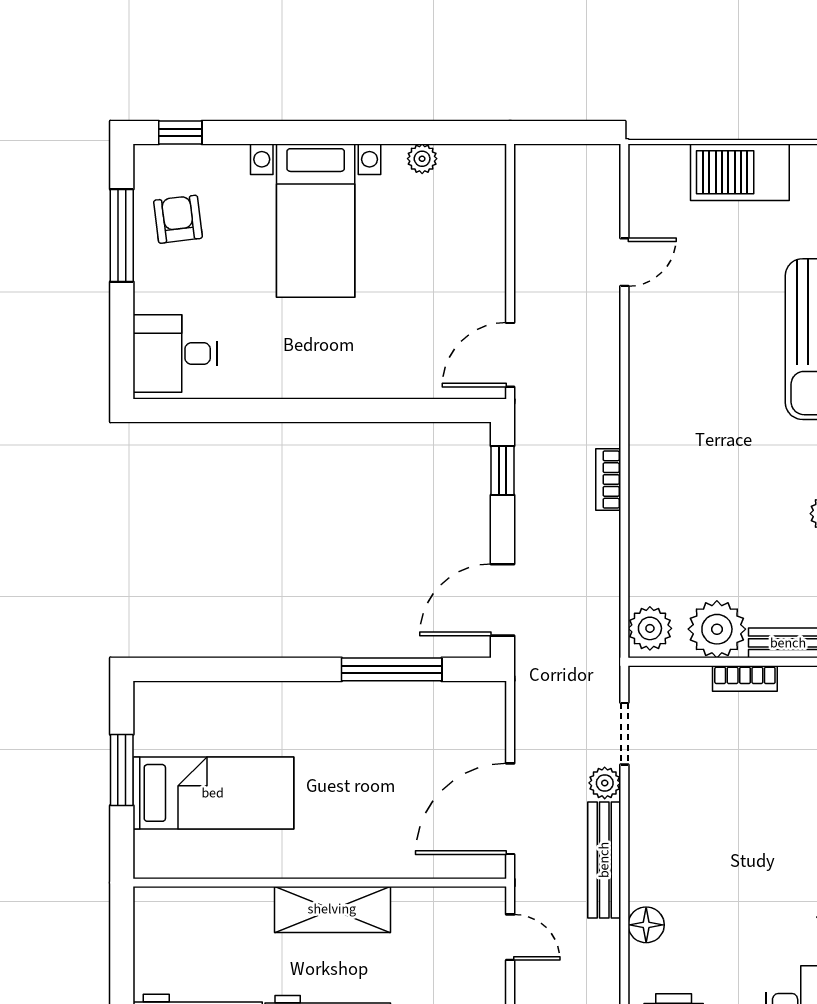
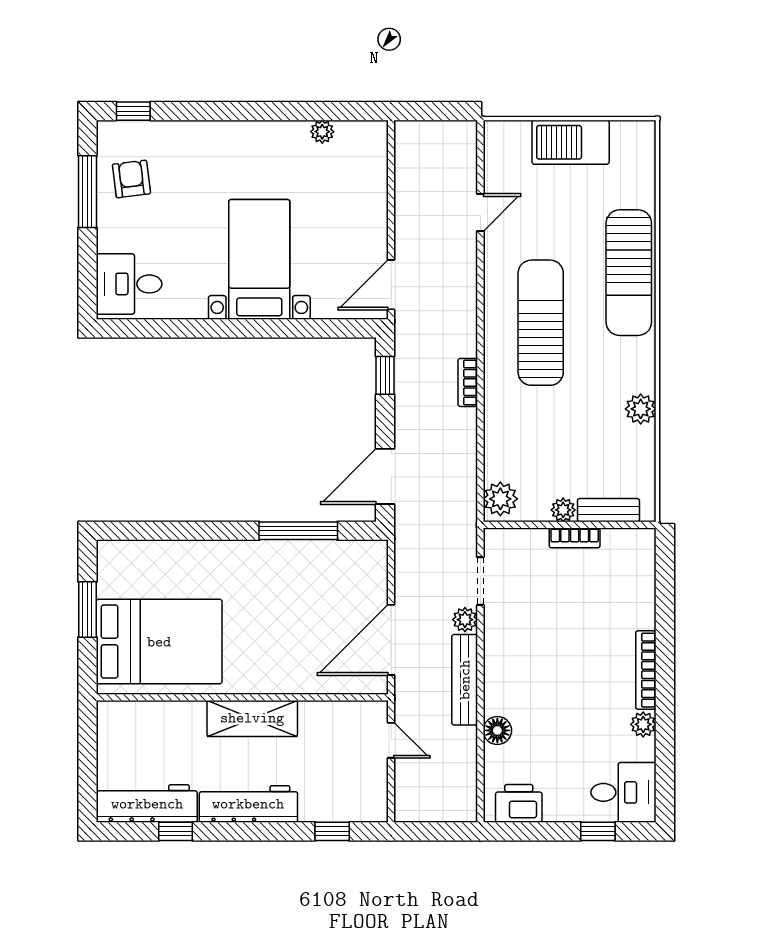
bed with nightstands: (316, 221) -> (259, 259), moved, turned 180
sun lounger: (702, 403) -> (541, 323), added
plant: (717, 629) -> (563, 510), width x0.53, depth x0.53
bed: (213, 793) -> (159, 642), width x1.50

